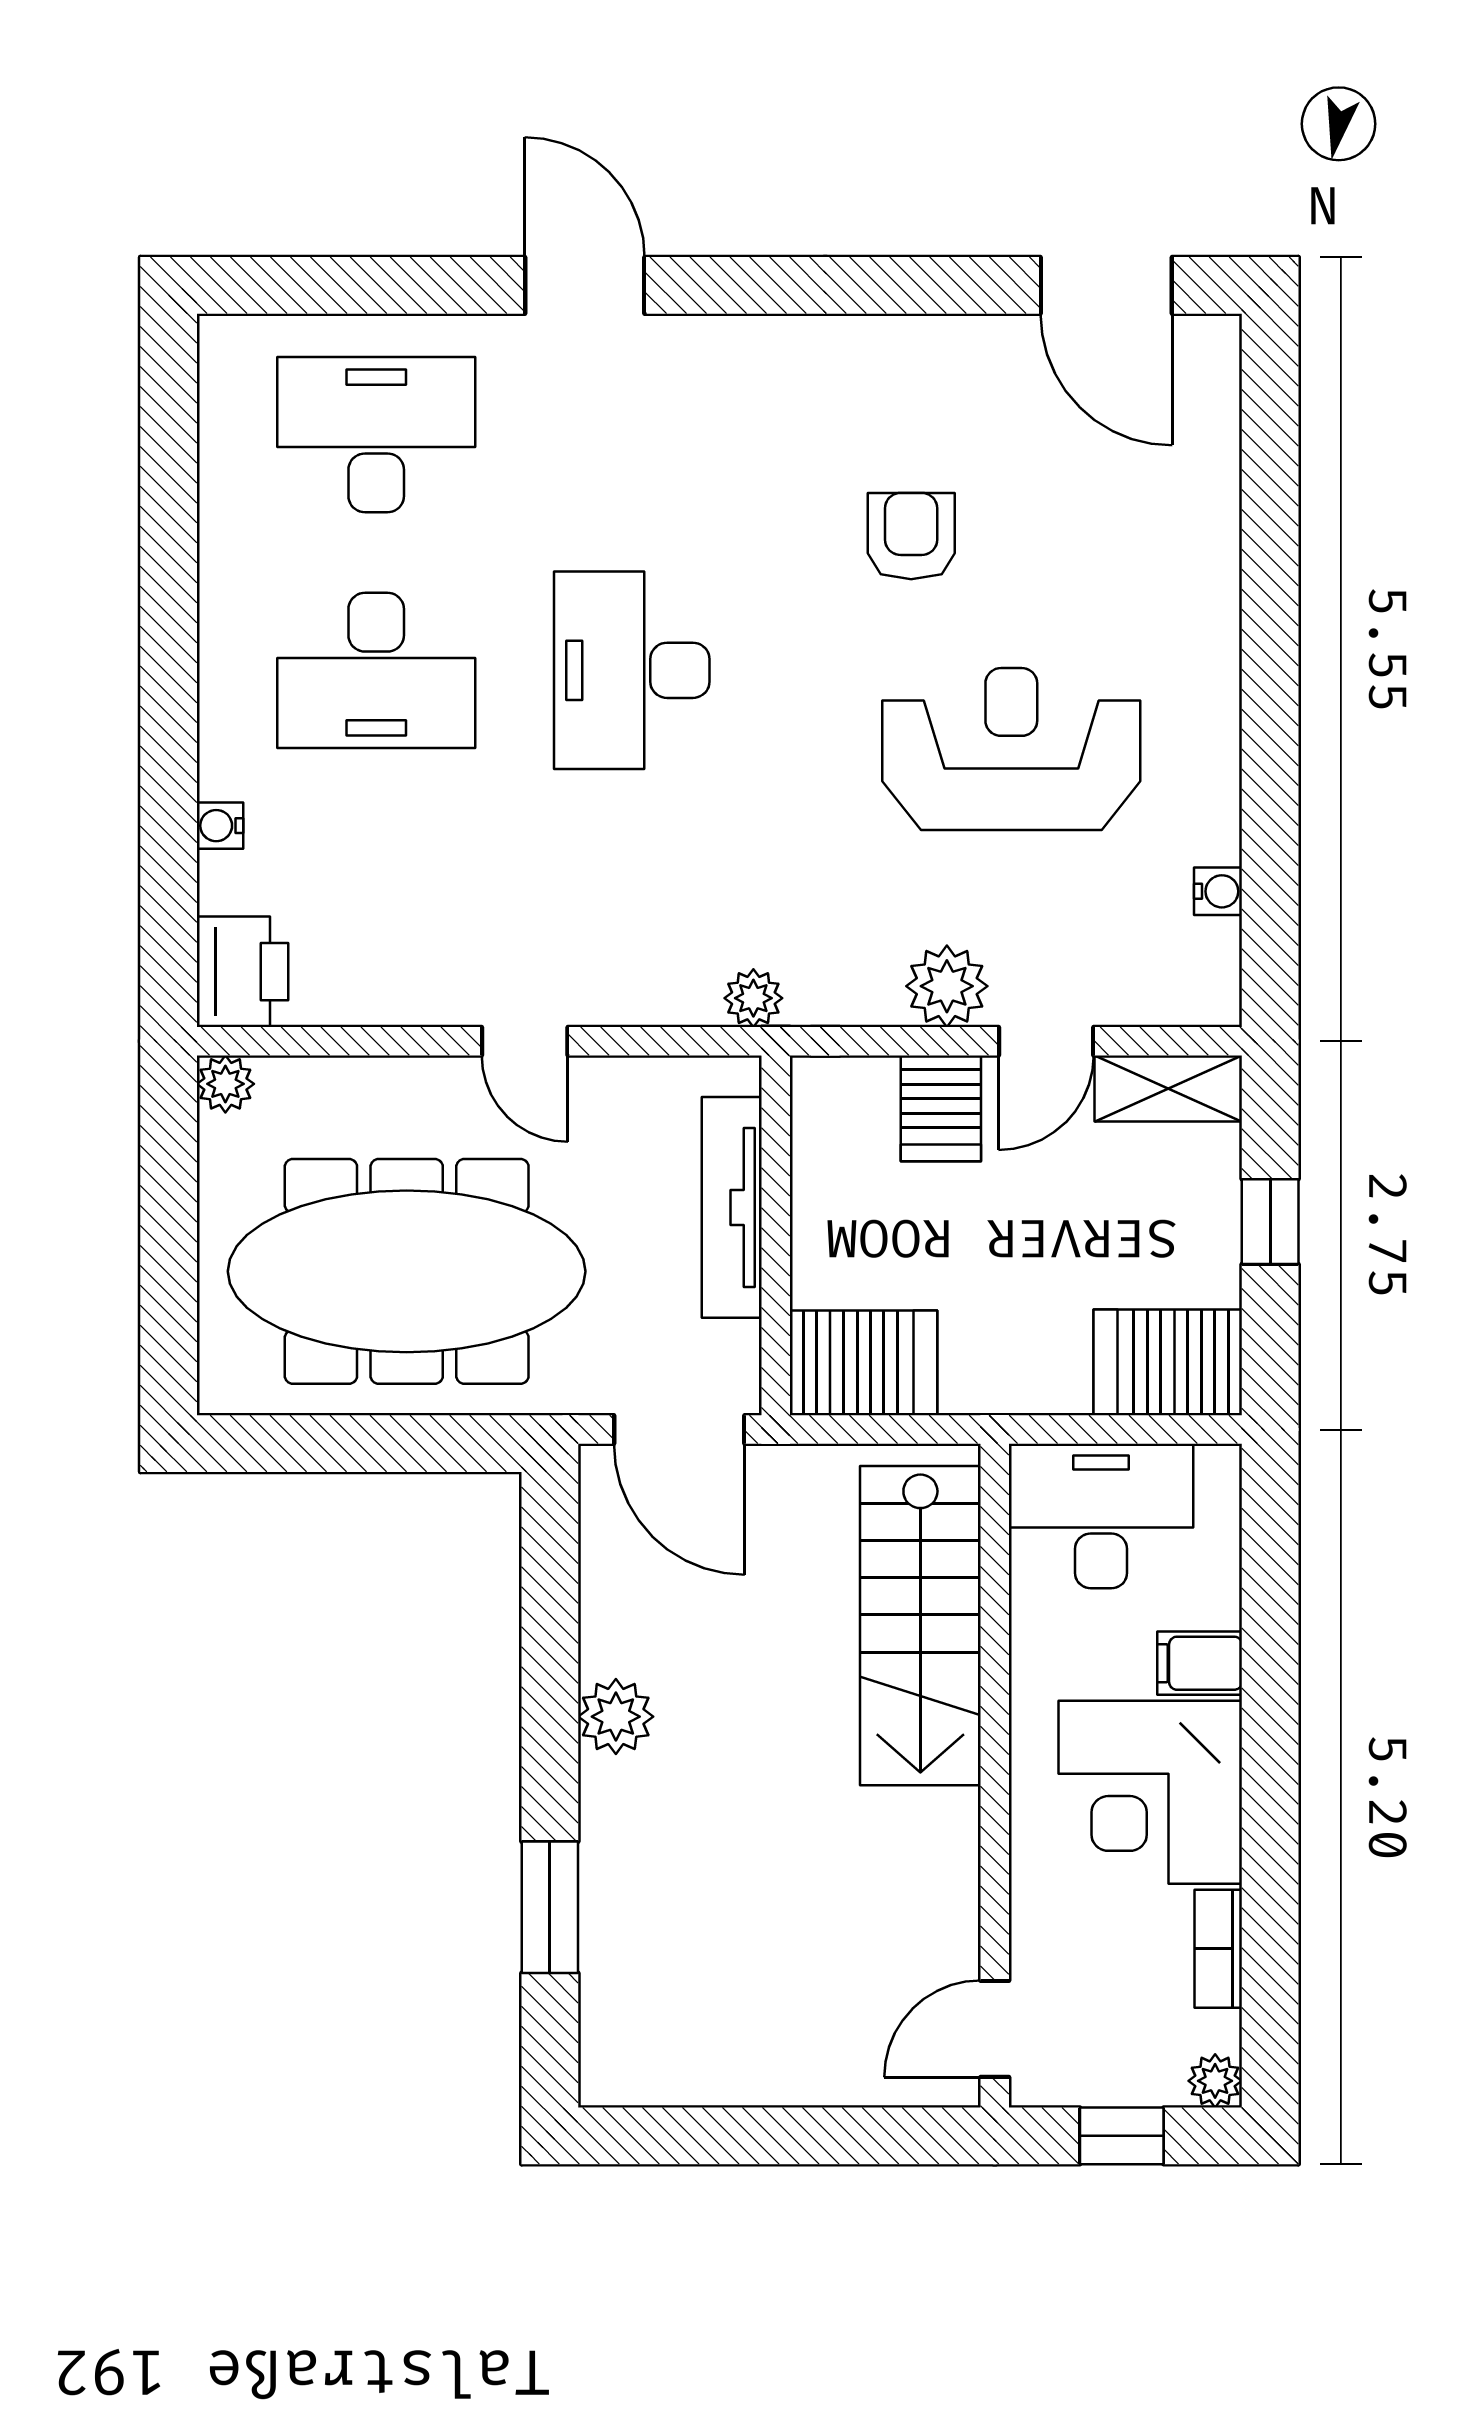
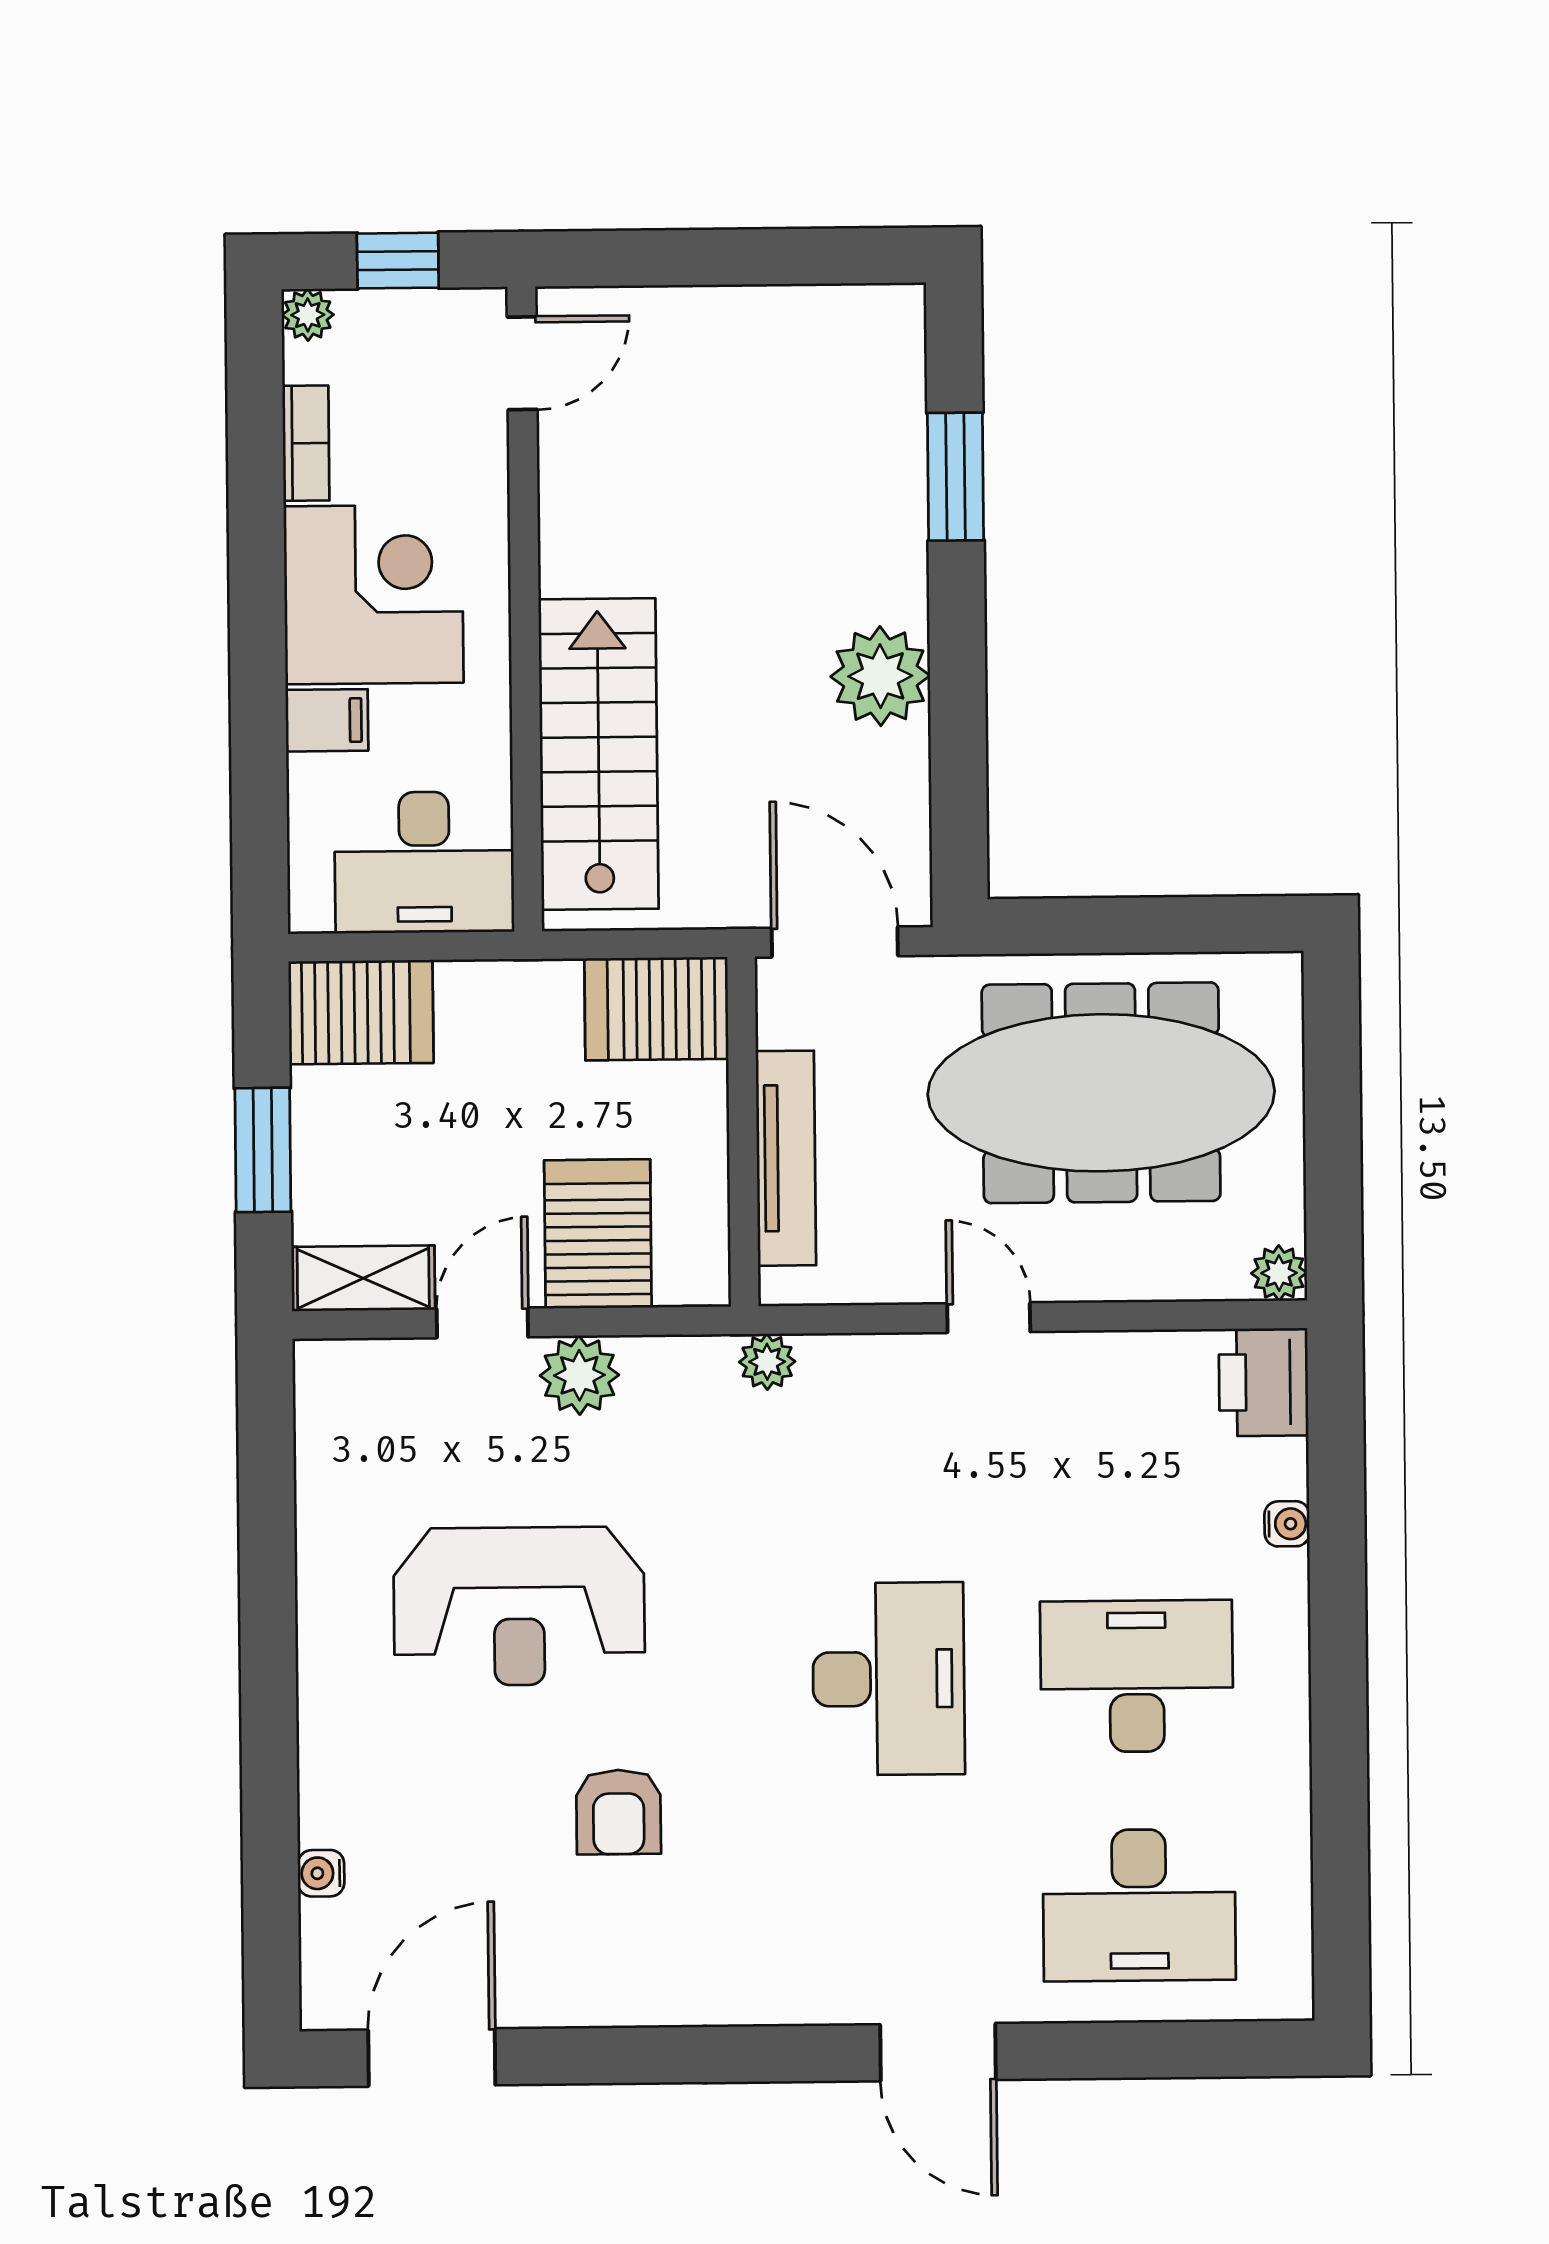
door: (1106, 285) -> (432, 2057), hinge flipped
water cooler: (1218, 891) -> (321, 1873), moved
server rack: (941, 1108) -> (598, 1234), width x1.36, depth x1.44
window: (1270, 1222) -> (263, 1150), width x1.50
plant: (616, 1717) -> (880, 676), width x1.36, depth x1.36

